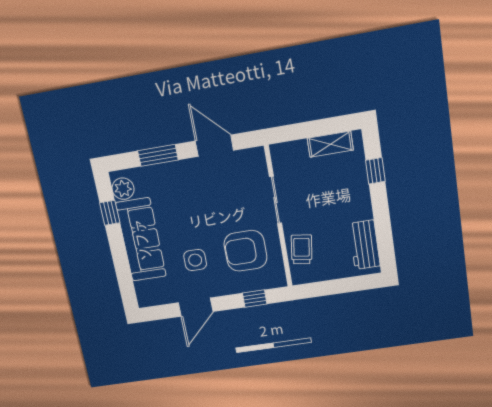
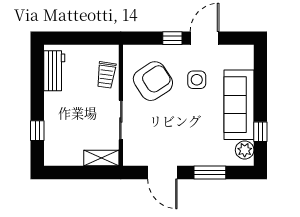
shelving: (330, 144) -> (101, 158), moved
armchair: (245, 251) -> (153, 81), turned -33
window: (255, 299) -> (172, 38), moved

